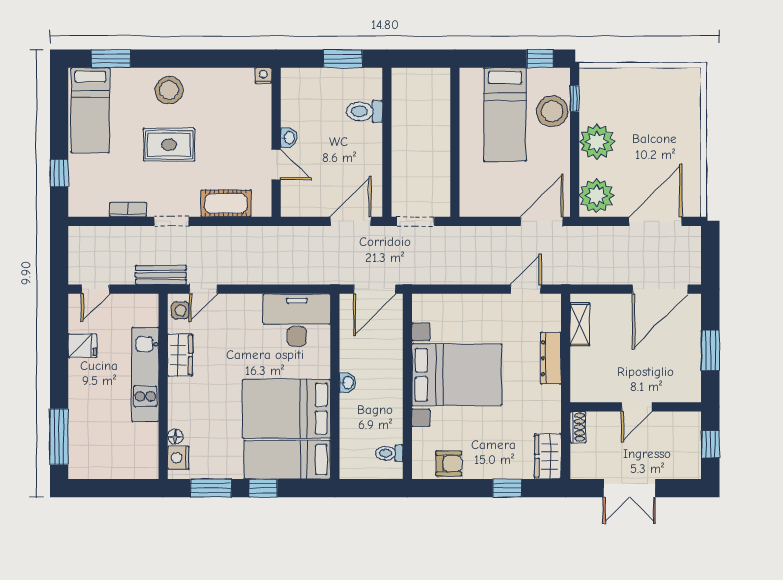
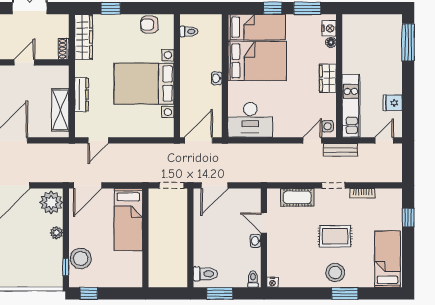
window: (111, 59) -> (345, 293), moved
toilet: (293, 80) -> (253, 279), added
toilet: (364, 111) -> (205, 274), moved
bed: (505, 115) -> (128, 220), moved, turned 180
plant: (597, 142) -> (56, 233), width x0.53, depth x0.53
shelving: (580, 324) -> (60, 110), width x1.50, depth x1.33
wardrobe: (180, 355) -> (328, 78), moved
kitchen unit: (145, 375) -> (351, 106), moved
wardrobe: (548, 456) -> (84, 37), width x1.50

